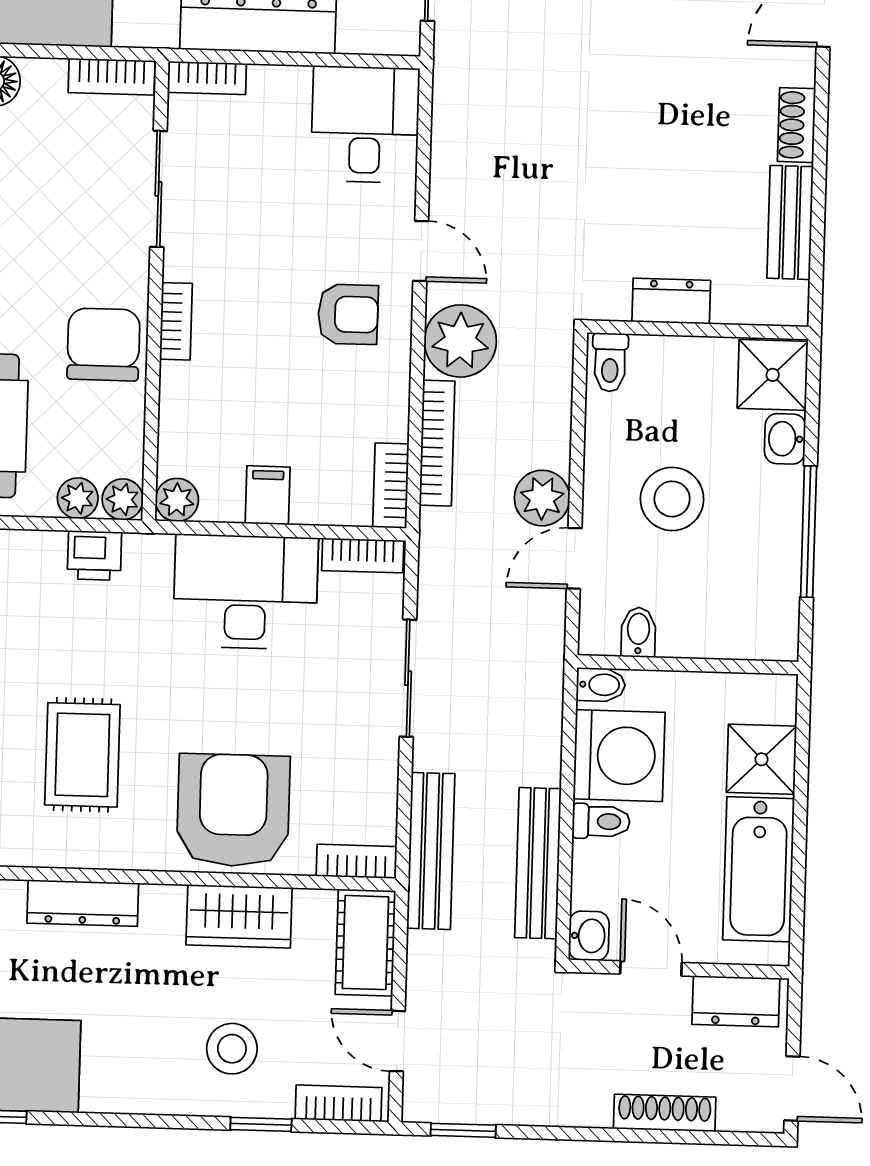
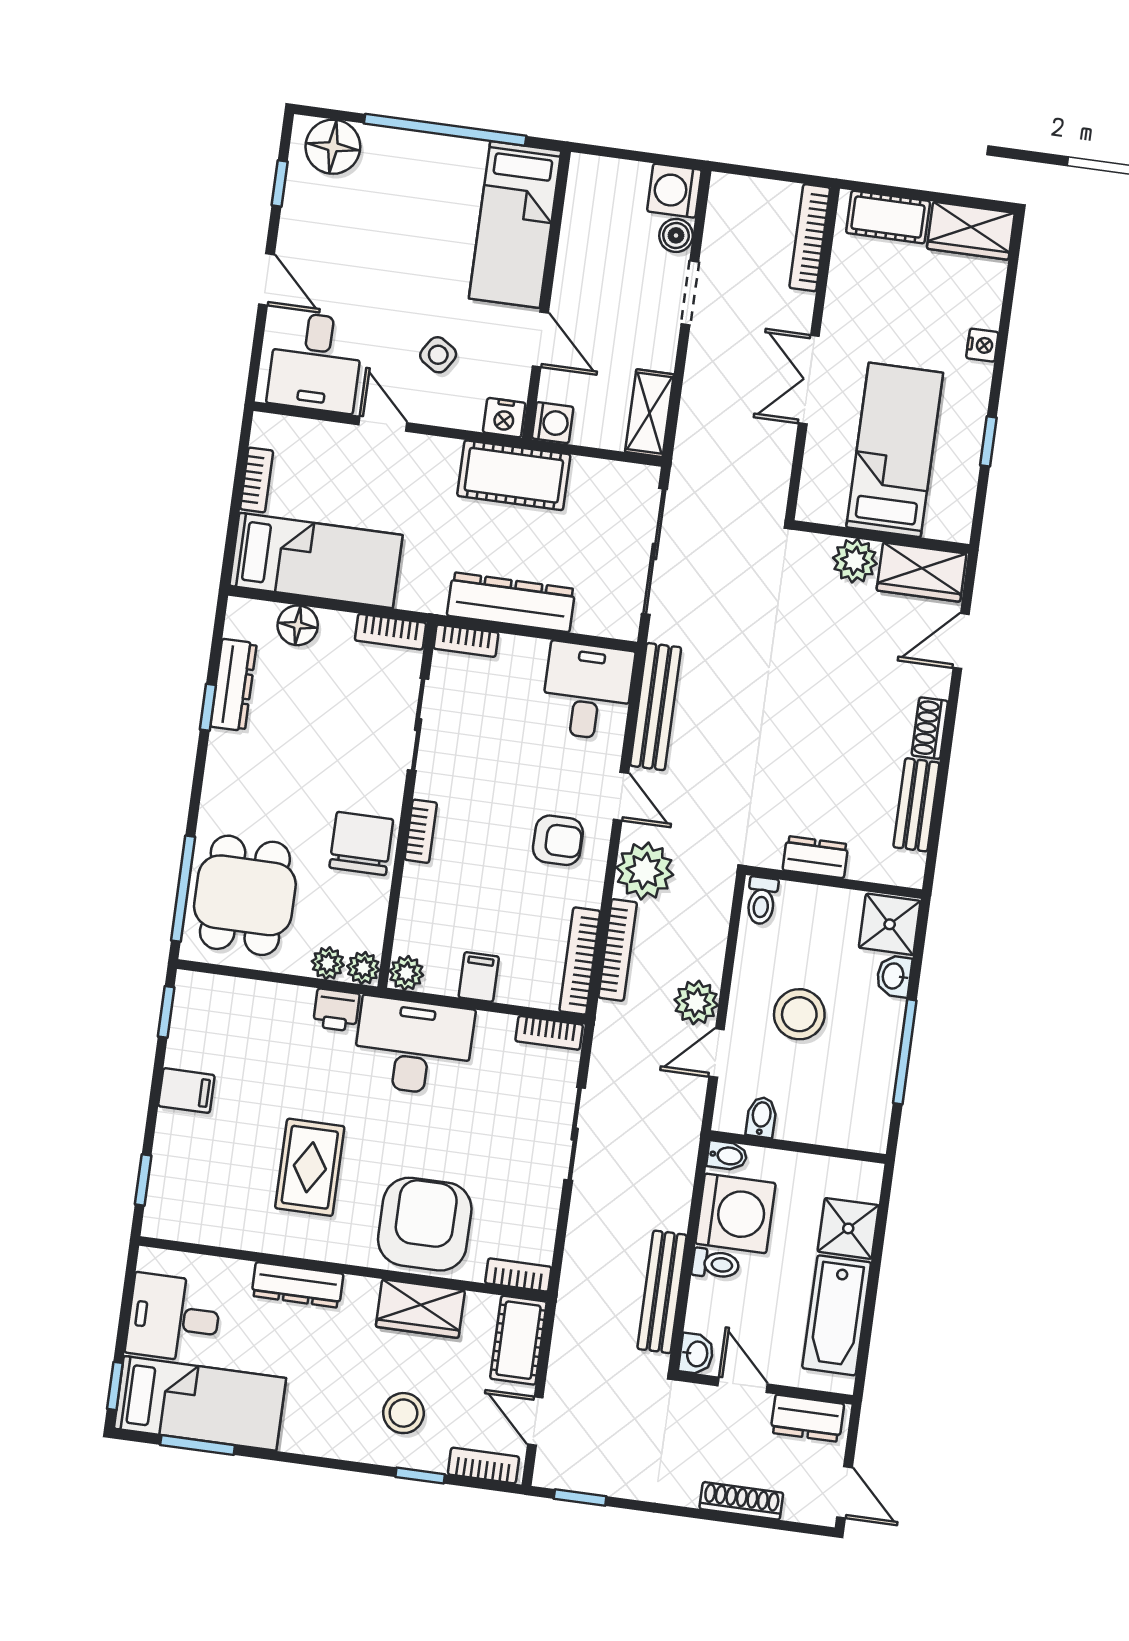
bookcase: (391, 486) -> (580, 961), width x1.56
desk: (246, 592) -> (413, 1046), moved
bench: (431, 851) -> (656, 707), moved

